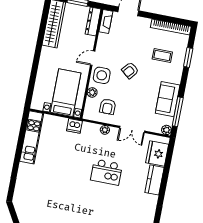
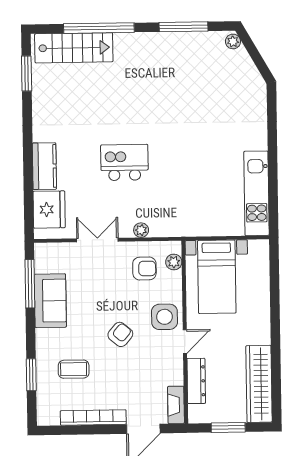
dresser: (93, 21) -> (196, 381), moved
bookcase: (171, 27) -> (93, 418), moved
plant: (92, 92) -> (174, 262), moved
armchair: (108, 107) -> (144, 269), turned 90
dishwasher: (74, 126) -> (191, 226), removed
plant: (166, 130) -> (42, 251), removed

